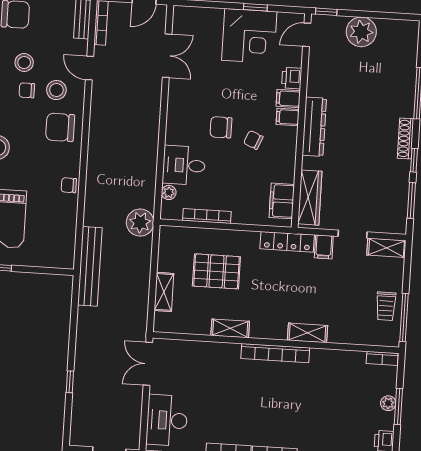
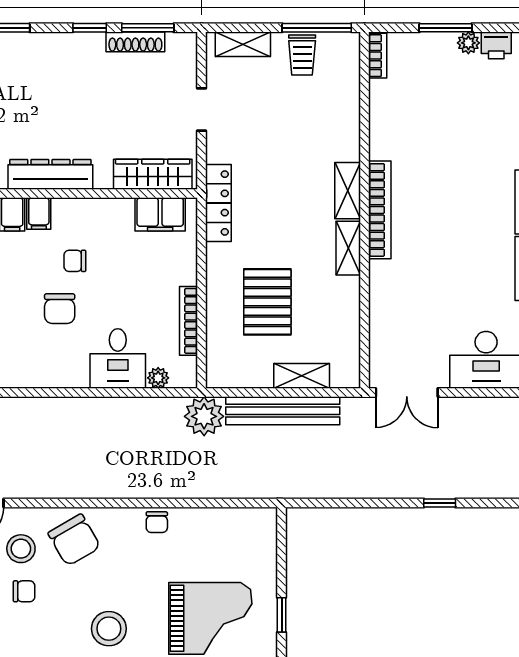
chair: (27, 90) -> (24, 591), turned -90
chair: (60, 127) -> (74, 540), turned -30
shoe rack: (406, 138) -> (135, 42), moved
chair: (253, 140) -> (75, 261), turned 67
filing cabinet: (324, 247) -> (222, 150), removed
shelving: (386, 248) -> (243, 44), moved, turned 90
bench: (90, 266) -> (283, 411), moved
trolley: (386, 306) -> (302, 55), turned 90
shelving: (230, 328) -> (348, 248), moved
shelving: (307, 333) -> (348, 191), moved
plant: (388, 403) -> (468, 43), moved

